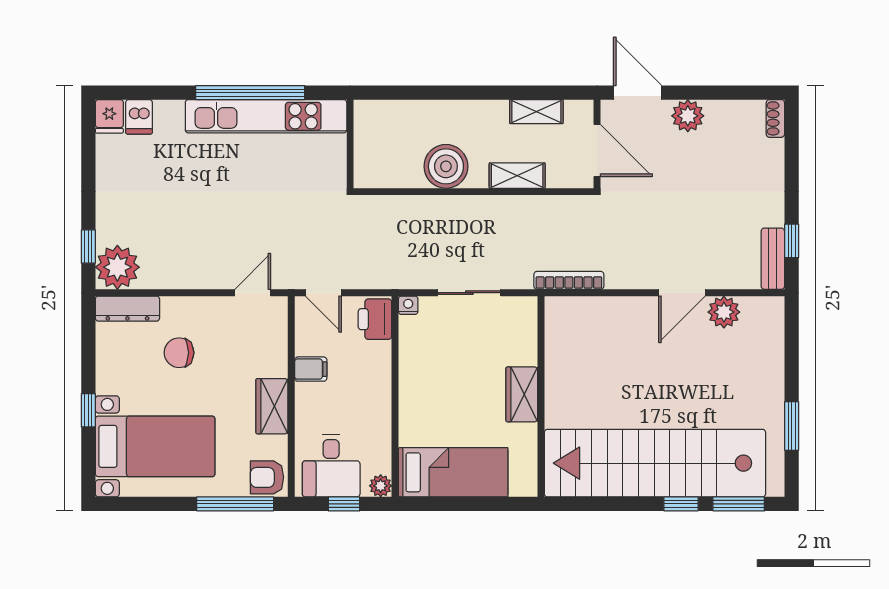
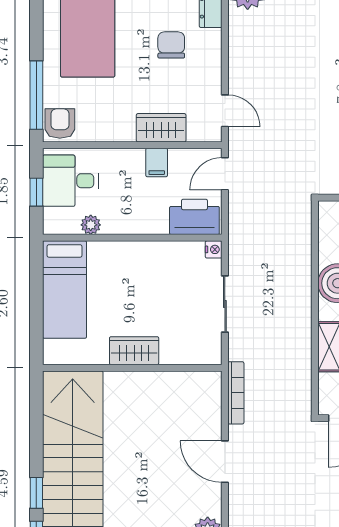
door: (682, 293) -> (225, 462), moved
printer: (375, 319) -> (194, 217), width x1.37, depth x1.19
wardrobe: (272, 406) -> (161, 128), moved
plant: (381, 486) -> (91, 225), moved

